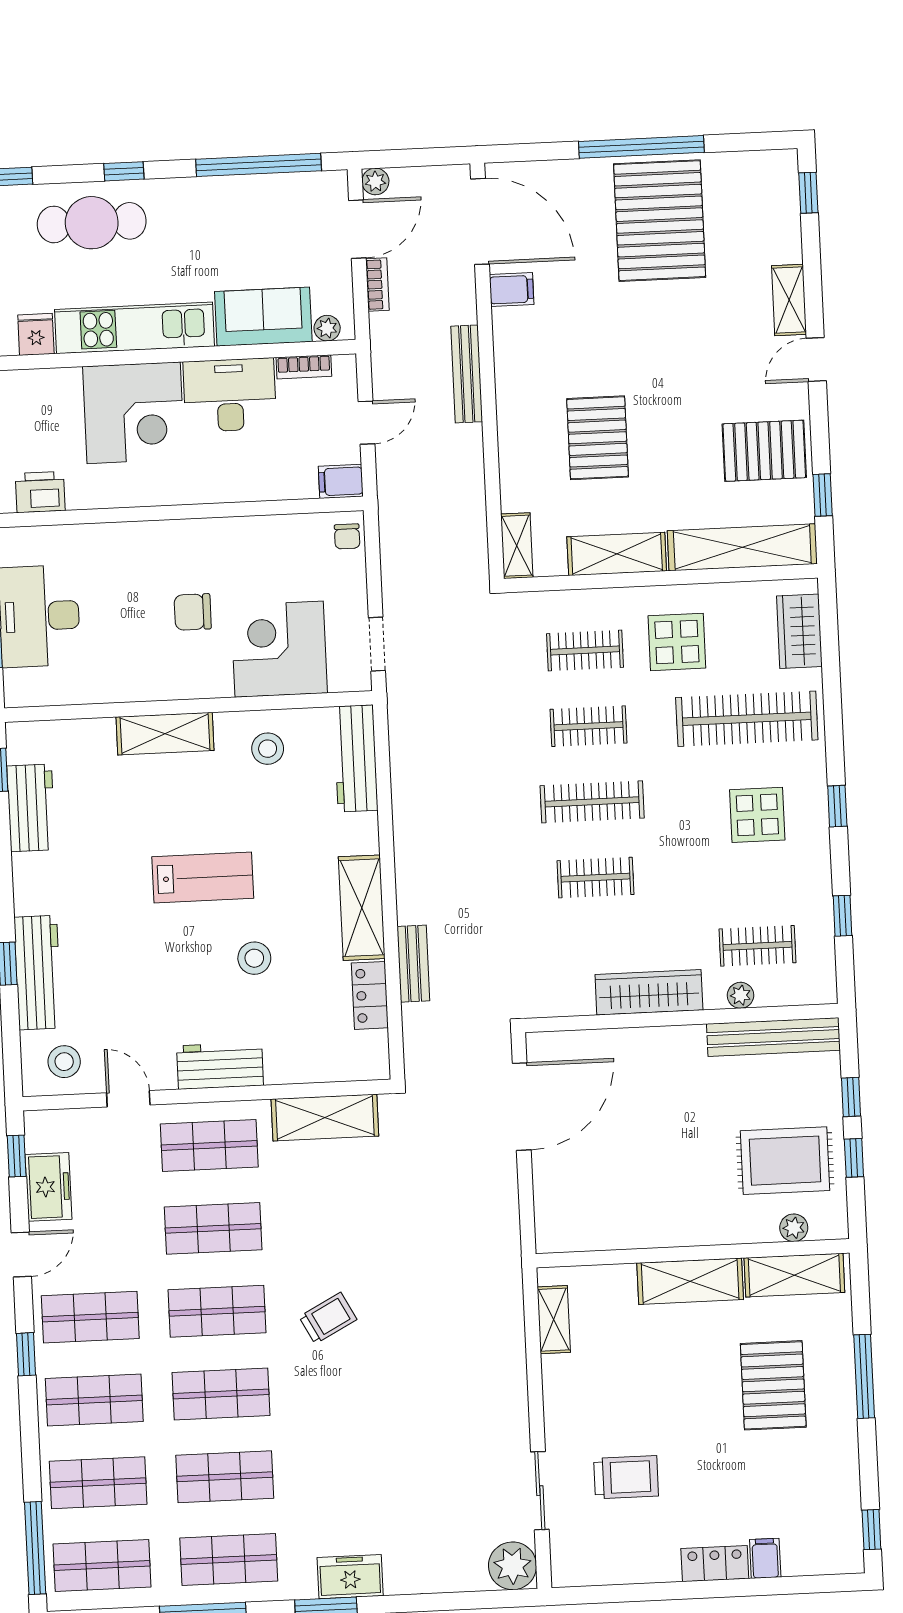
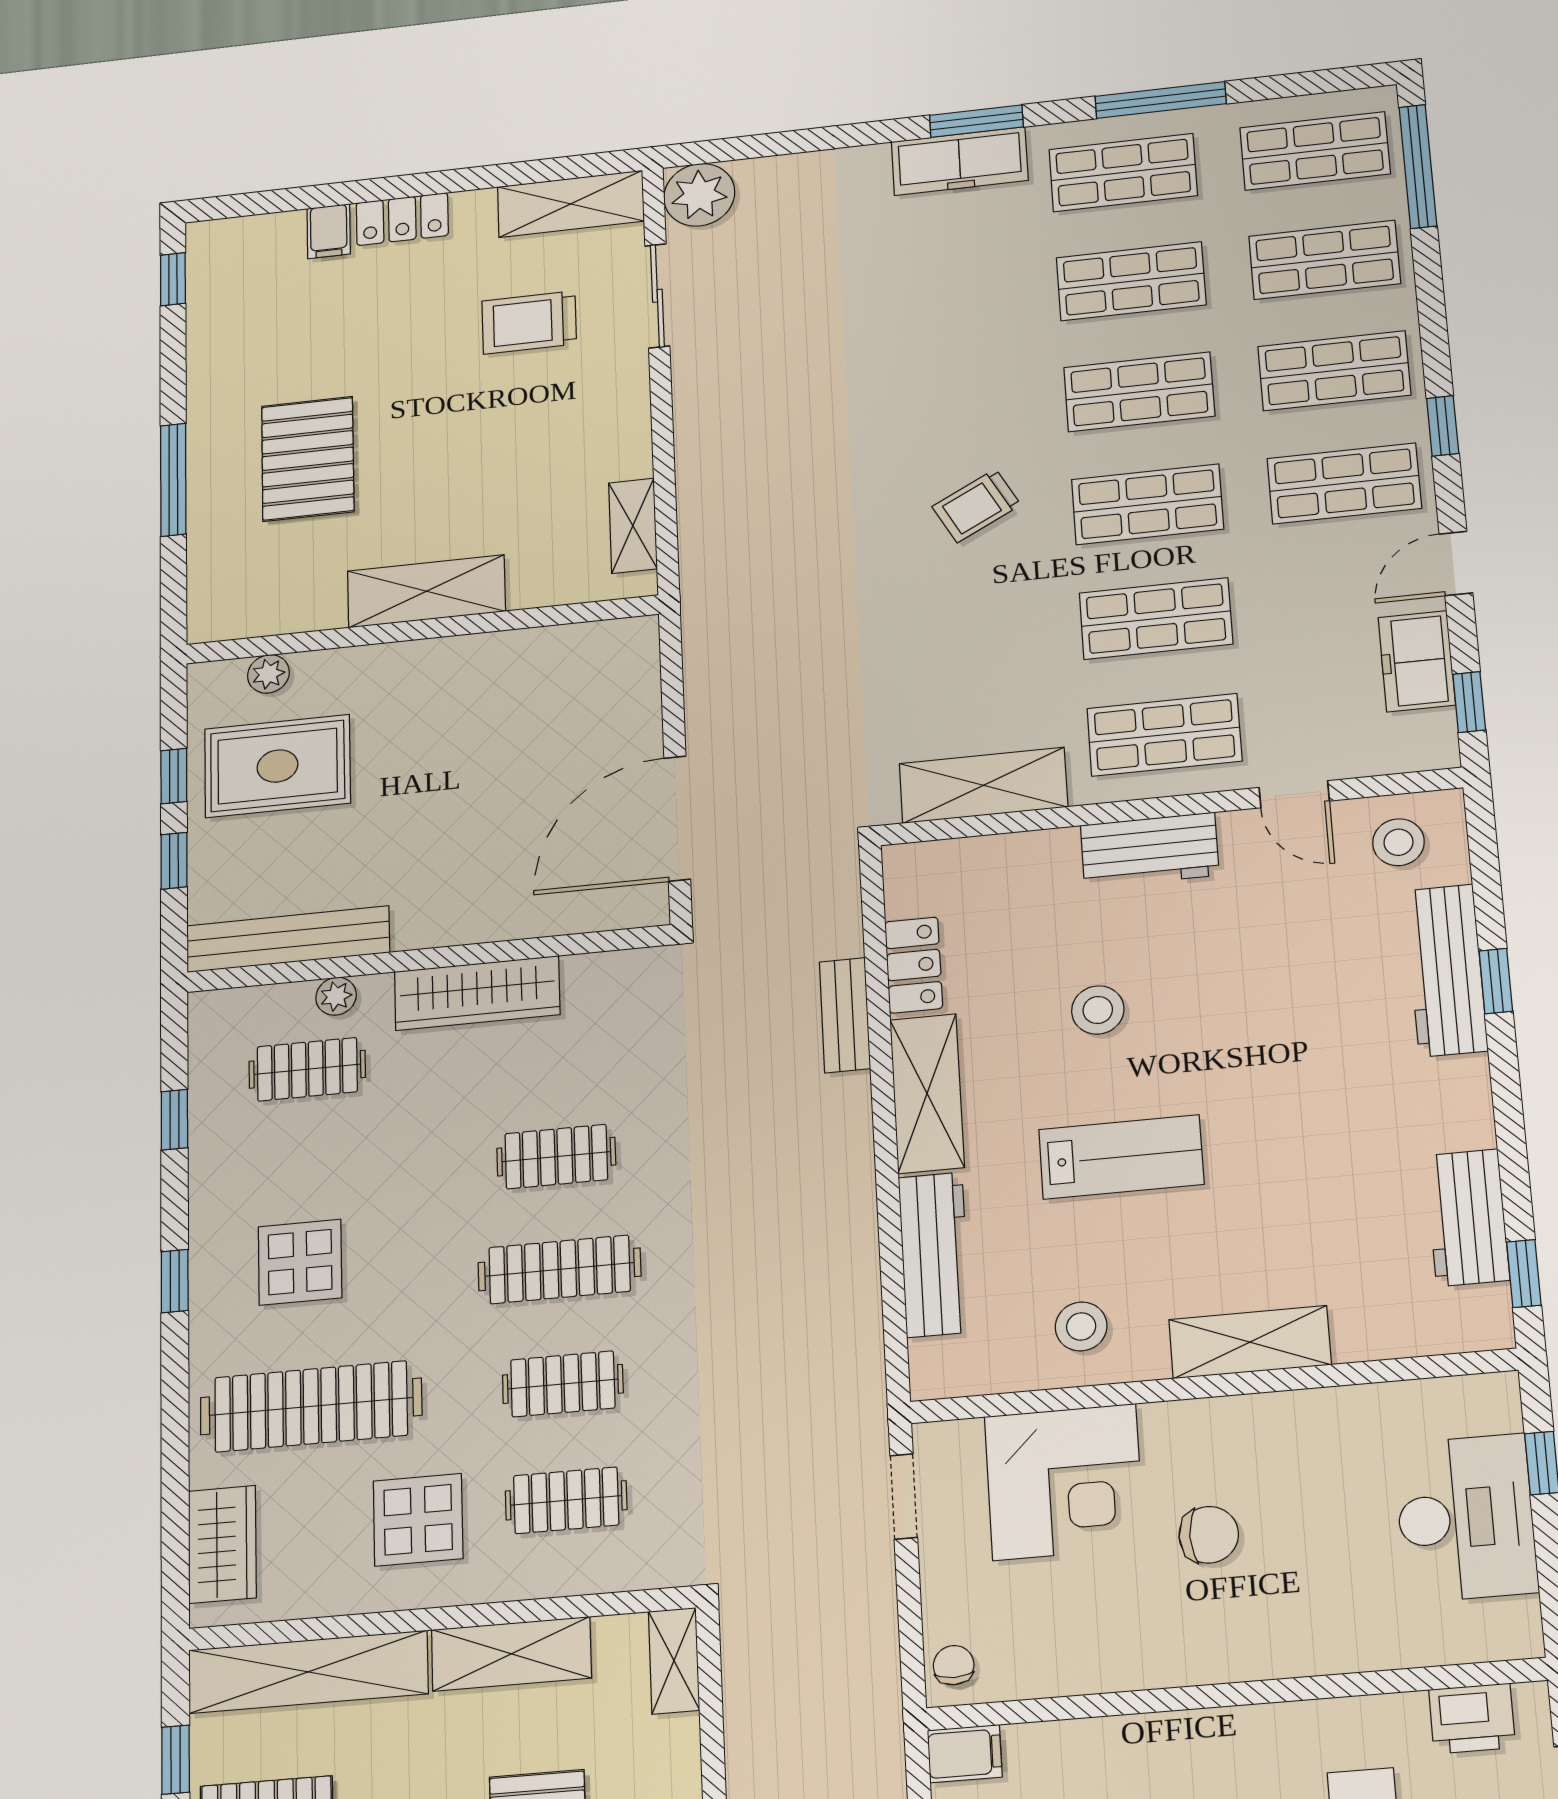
workbench: (356, 758) -> (934, 1255), moved
lab bench: (203, 878) -> (1121, 1157), moved, turned 180
shelving: (794, 1275) -> (571, 204), moved
freezer: (350, 1577) -> (960, 161), width x1.40

